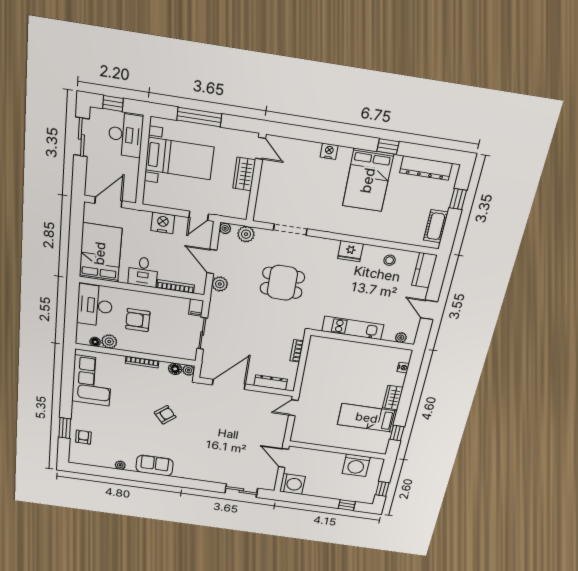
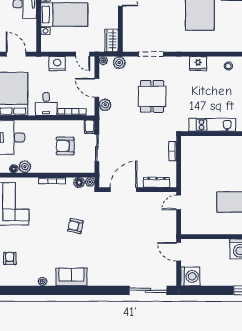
wardrobe: (244, 174) -> (111, 40), moved
door: (108, 202) -> (16, 54), hinge flipped
door: (199, 216) -> (83, 54), hinge flipped
dining table: (282, 283) -> (152, 96), turned 90
armchair: (138, 320) -> (65, 146), moved
armchair: (165, 415) -> (75, 226), turned -128
sliding door: (241, 491) -> (148, 290), width x1.37

